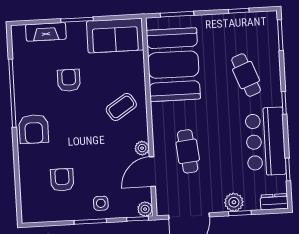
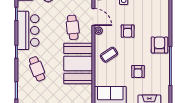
booth: (173, 65) -> (78, 63), moved
door: (152, 172) -> (93, 17), hinge flipped
armchair: (62, 180) -> (128, 31), moved

